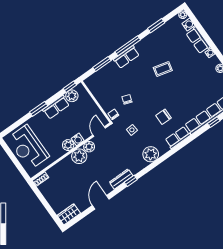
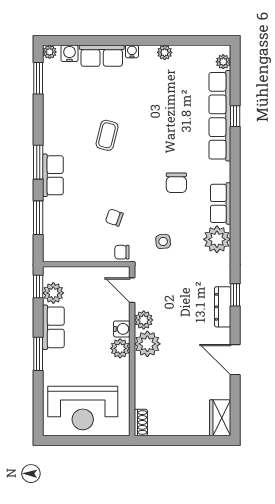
window: (156, 26) -> (38, 78), moved
window: (128, 46) -> (38, 162), width x0.69
row of seats: (178, 137) -> (221, 203), moved

